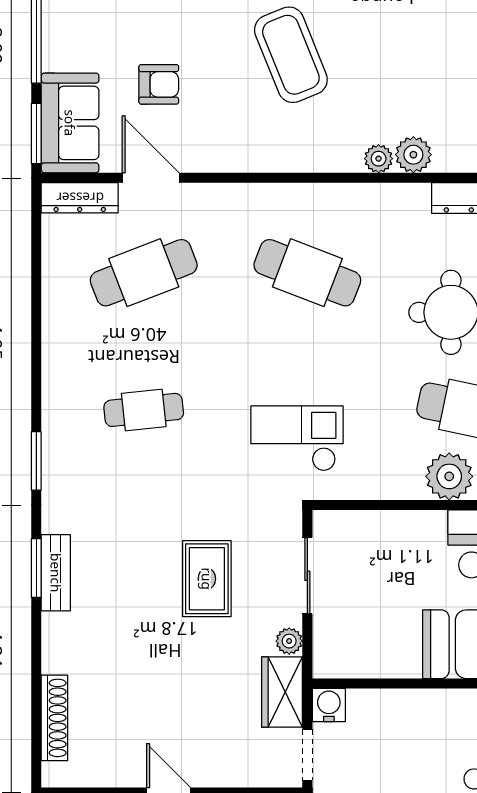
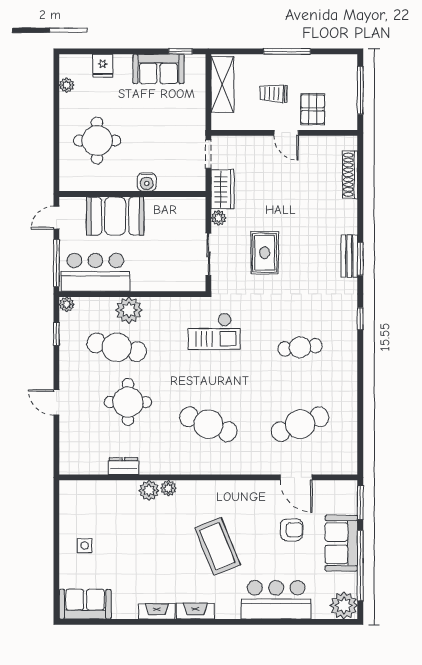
armchair: (159, 84) -> (292, 530), turned 180
sofa: (70, 123) -> (341, 543), moved
dresser: (80, 198) -> (336, 466), removed
window: (36, 461) -> (360, 319), width x0.67
water cooler: (329, 705) -> (147, 182), moved

